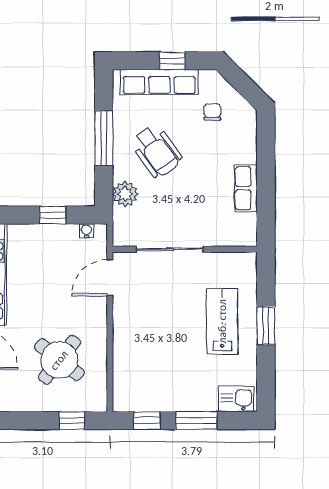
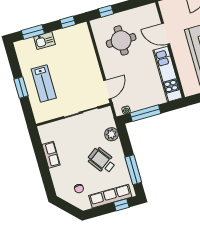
window: (172, 61) -> (121, 205), moved
window: (104, 138) -> (133, 170), moved
window: (53, 215) -> (145, 113), width x2.17
round table: (59, 360) -> (121, 40), turned -38
kitchen sink: (236, 399) -> (44, 41), moved
window: (196, 421) -> (33, 32), moved

